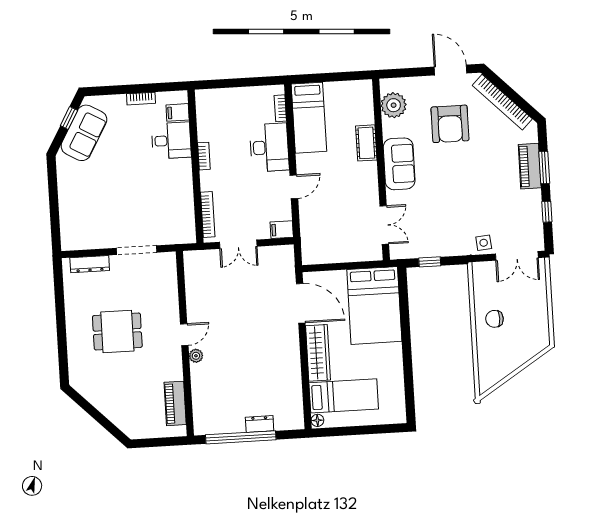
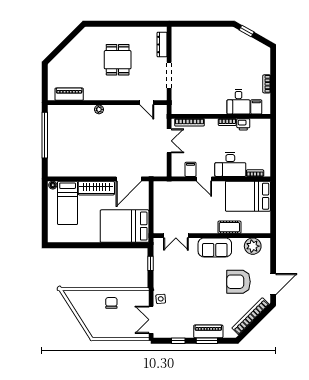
window: (69, 118) -> (247, 31), moved
bed: (309, 118) -> (248, 196), width x1.50
printer: (206, 131) -> (243, 124), added
sofa: (84, 133) -> (247, 46), removed
filing cabinet: (282, 230) -> (191, 169), moved
double door: (238, 244) -> (169, 141), swing flipped
door: (184, 335) -> (147, 103), moved
dresser: (260, 424) -> (53, 148), removed

